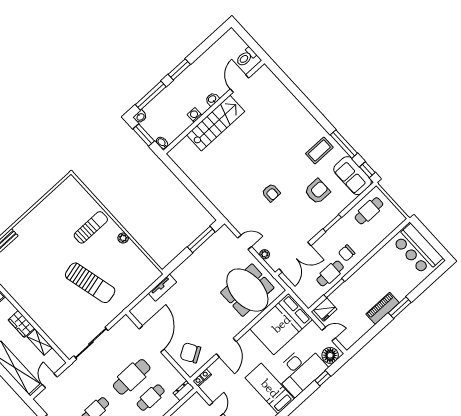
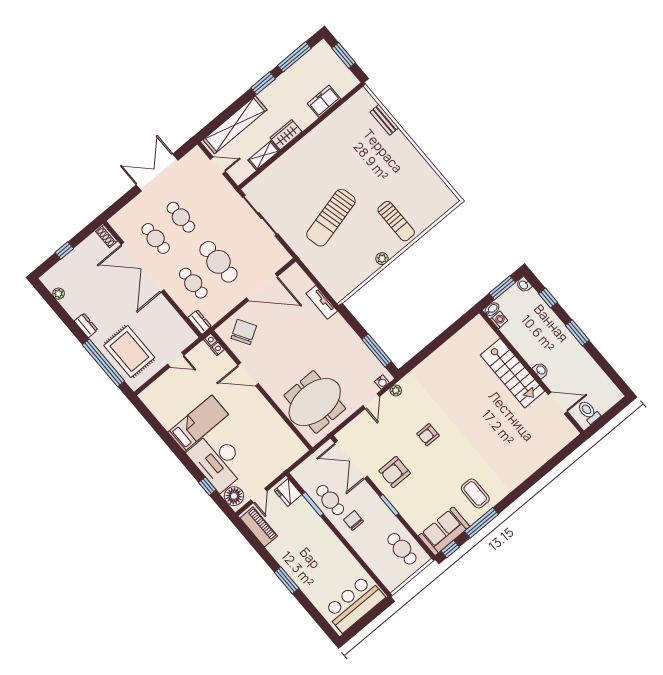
window: (151, 96) -> (548, 298), width x0.46
washing machine: (195, 115) -> (499, 320), moved
armchair: (317, 191) -> (395, 472), moved, turned 90
water cooler: (228, 234) -> (382, 382), added
plant: (265, 254) -> (396, 390), moved
piano: (383, 308) -> (259, 527), moved
bed: (281, 324) -> (273, 440), removed

